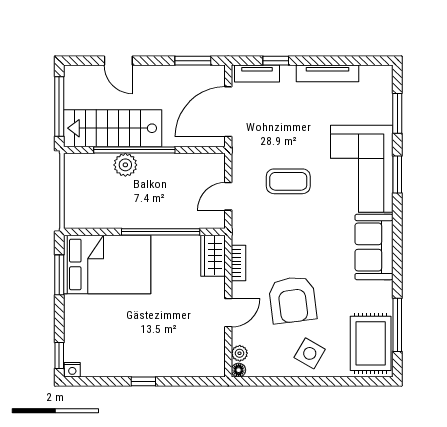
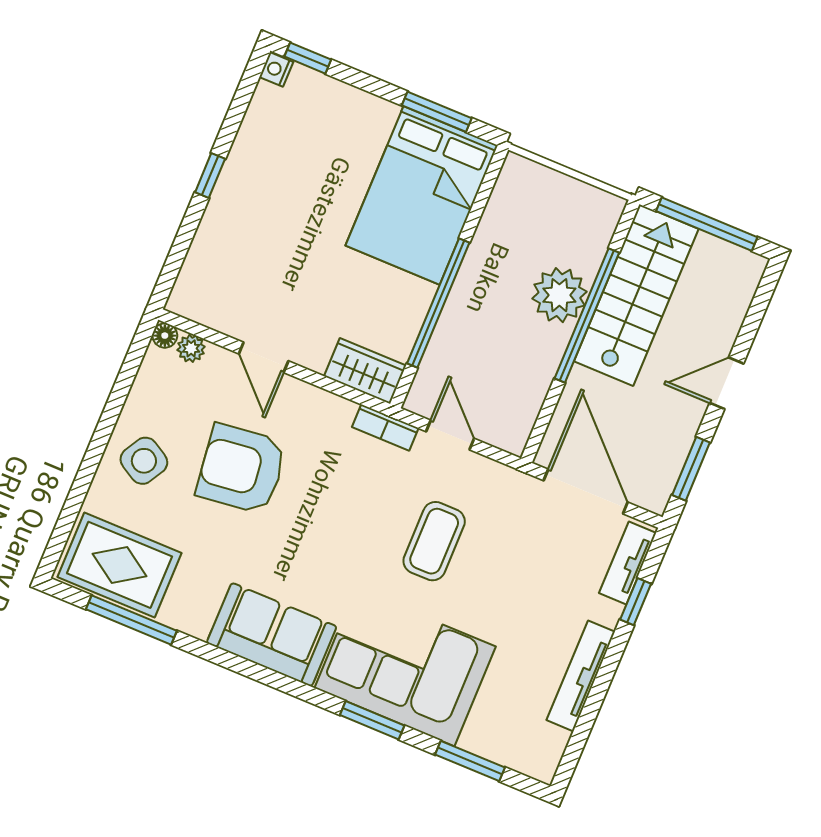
door: (118, 61) -> (727, 383), moved
plant: (125, 165) -> (559, 295), width x1.36, depth x1.36
bookcase: (239, 263) -> (385, 427), moved

